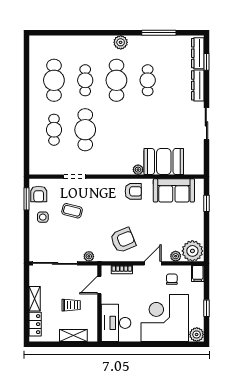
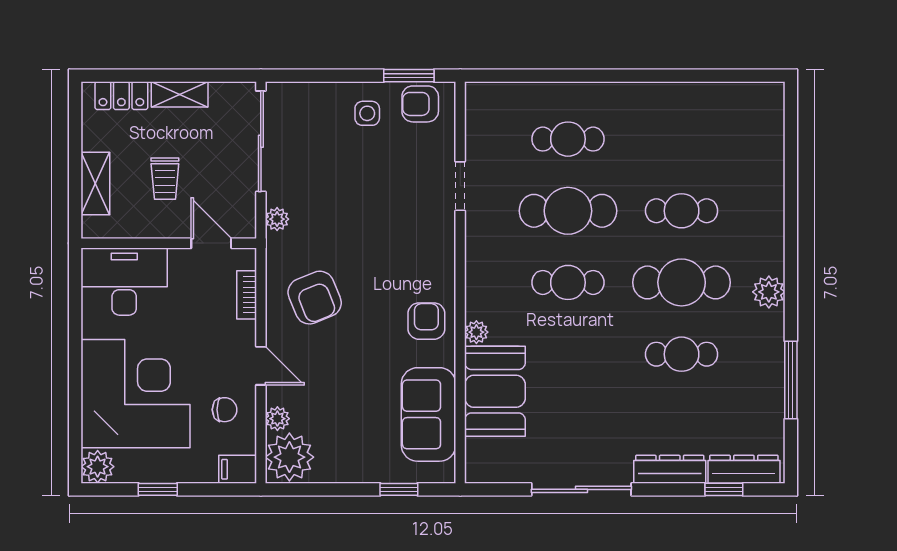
cafe table: (54, 80) -> (568, 282), moved, width x0.73, depth x0.74
sliding door: (206, 124) -> (581, 489), width x1.37
armchair: (133, 191) -> (426, 321), turned 180
coffee table: (72, 211) -> (382, 181), removed

